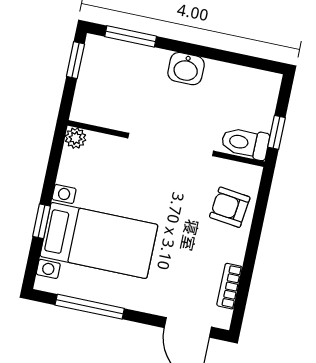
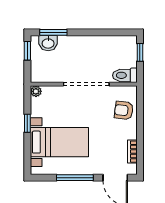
washbasin: (186, 69) -> (48, 43), moved
window: (277, 132) -> (140, 52), moved
window: (41, 221) -> (27, 123), moved
window: (90, 307) -> (75, 178), moved

